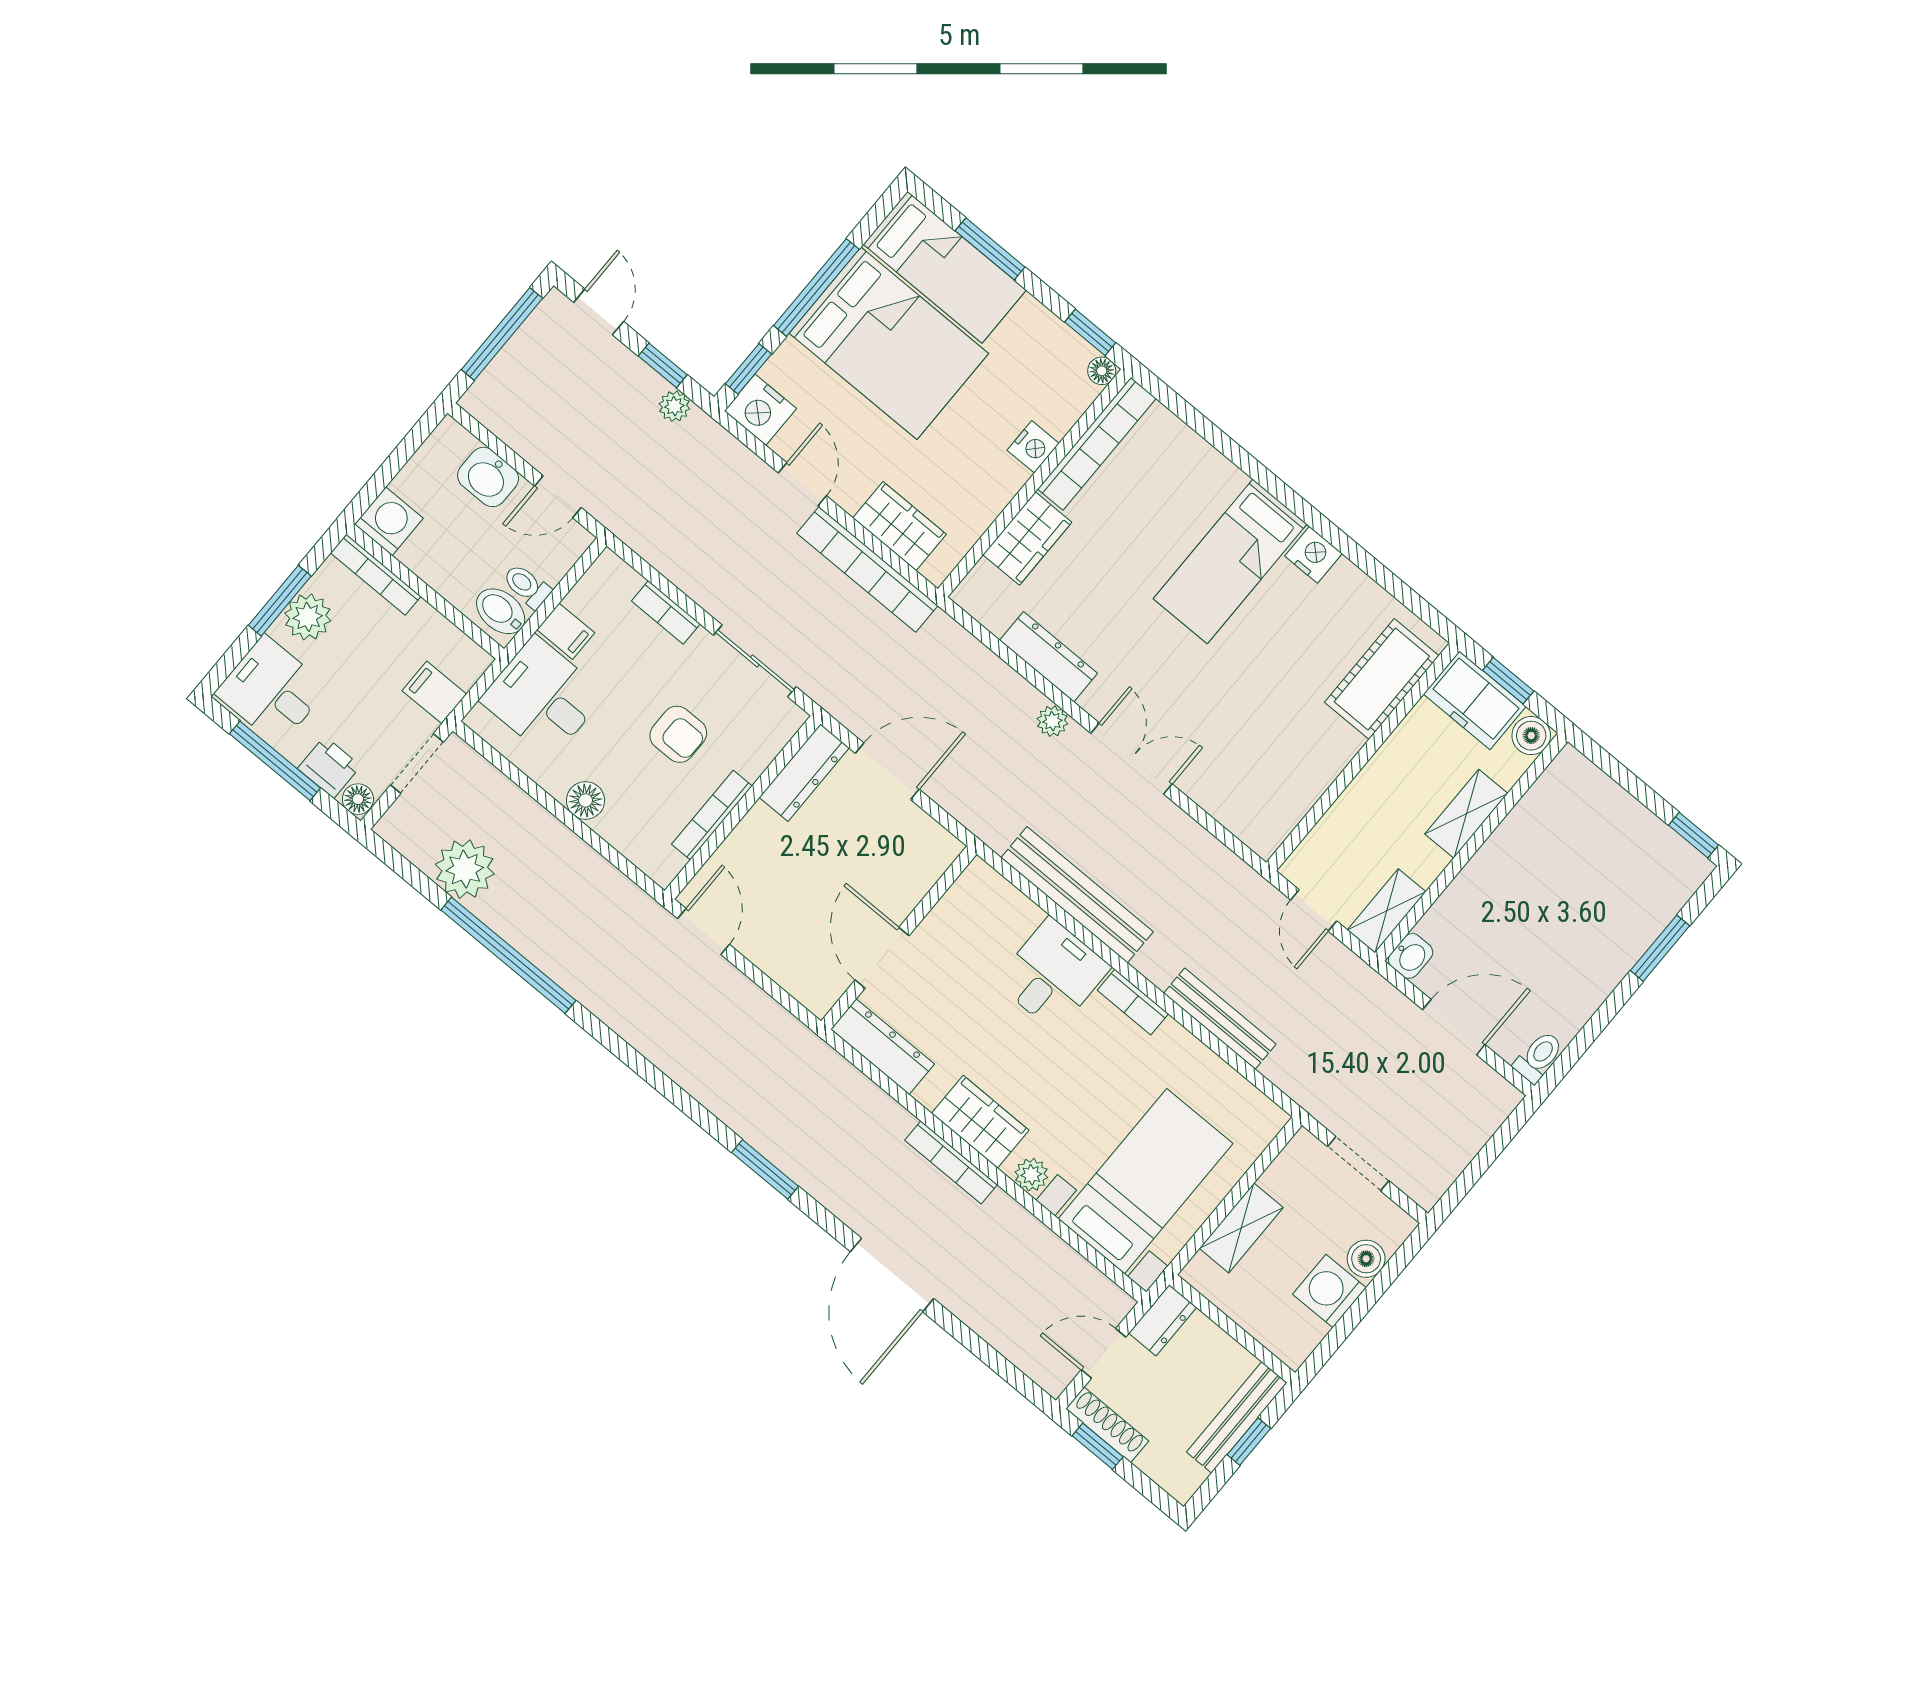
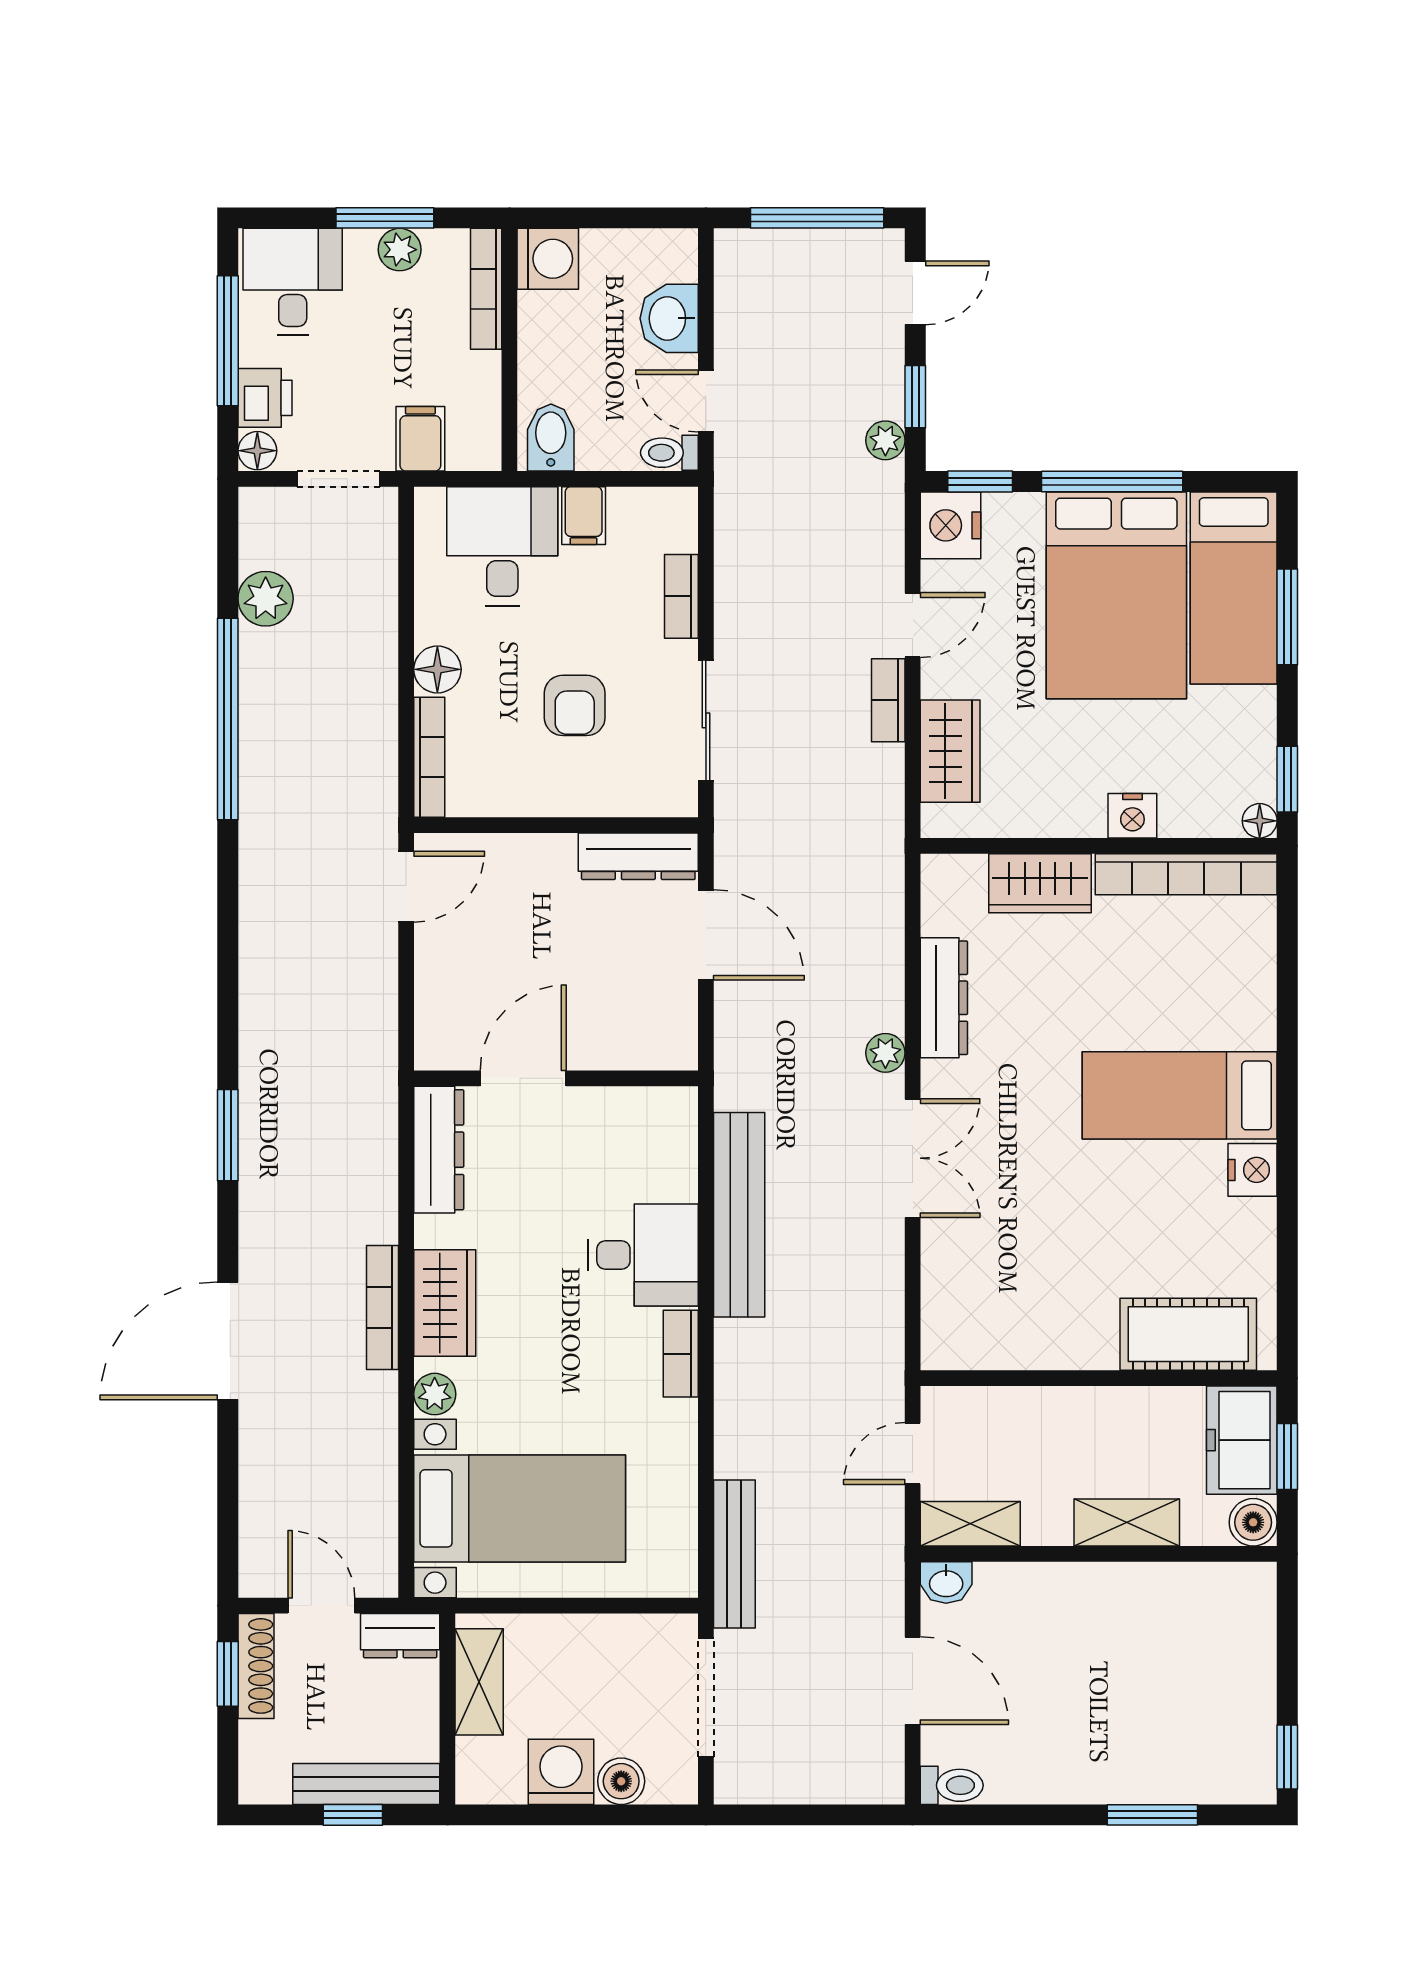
bookcase: (867, 569) -> (888, 700), width x0.43, depth x0.76
toilet: (527, 586) -> (669, 453), moved, turned -90
plant: (308, 617) -> (400, 250), width x0.73, depth x0.73
bookcase: (712, 815) -> (429, 757), moved, turned 90
plant: (465, 869) -> (266, 599), width x0.73, depth x0.73
bench: (1220, 1019) -> (734, 1554), moved
doorway: (1358, 1164) -> (706, 1698), width x1.38
shelving: (1241, 1228) -> (479, 1682), moved, turned 90

